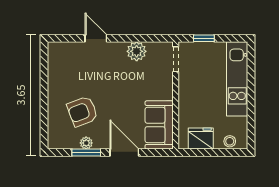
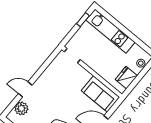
window: (204, 38) -> (83, 20), moved
plant: (137, 51) -> (21, 108), moved

